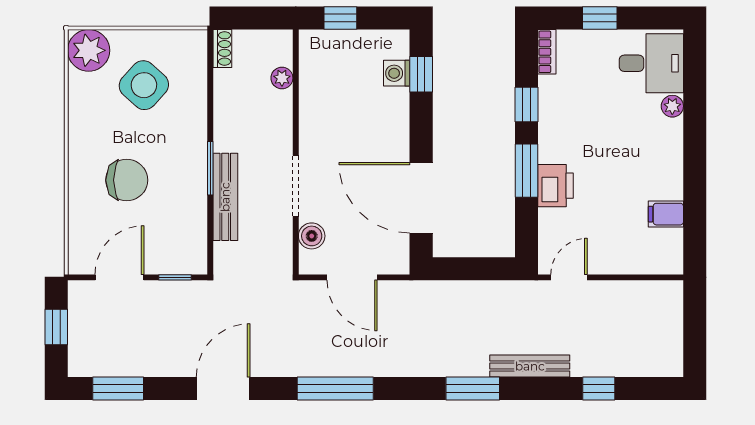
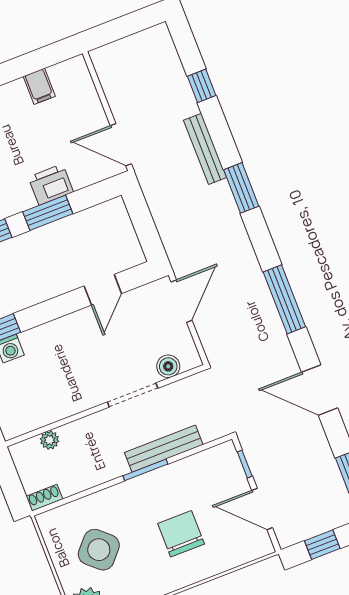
door: (421, 198) -> (103, 290), width x0.53
door: (352, 277) -> (181, 301), moved
door: (569, 277) -> (121, 145), width x1.38

